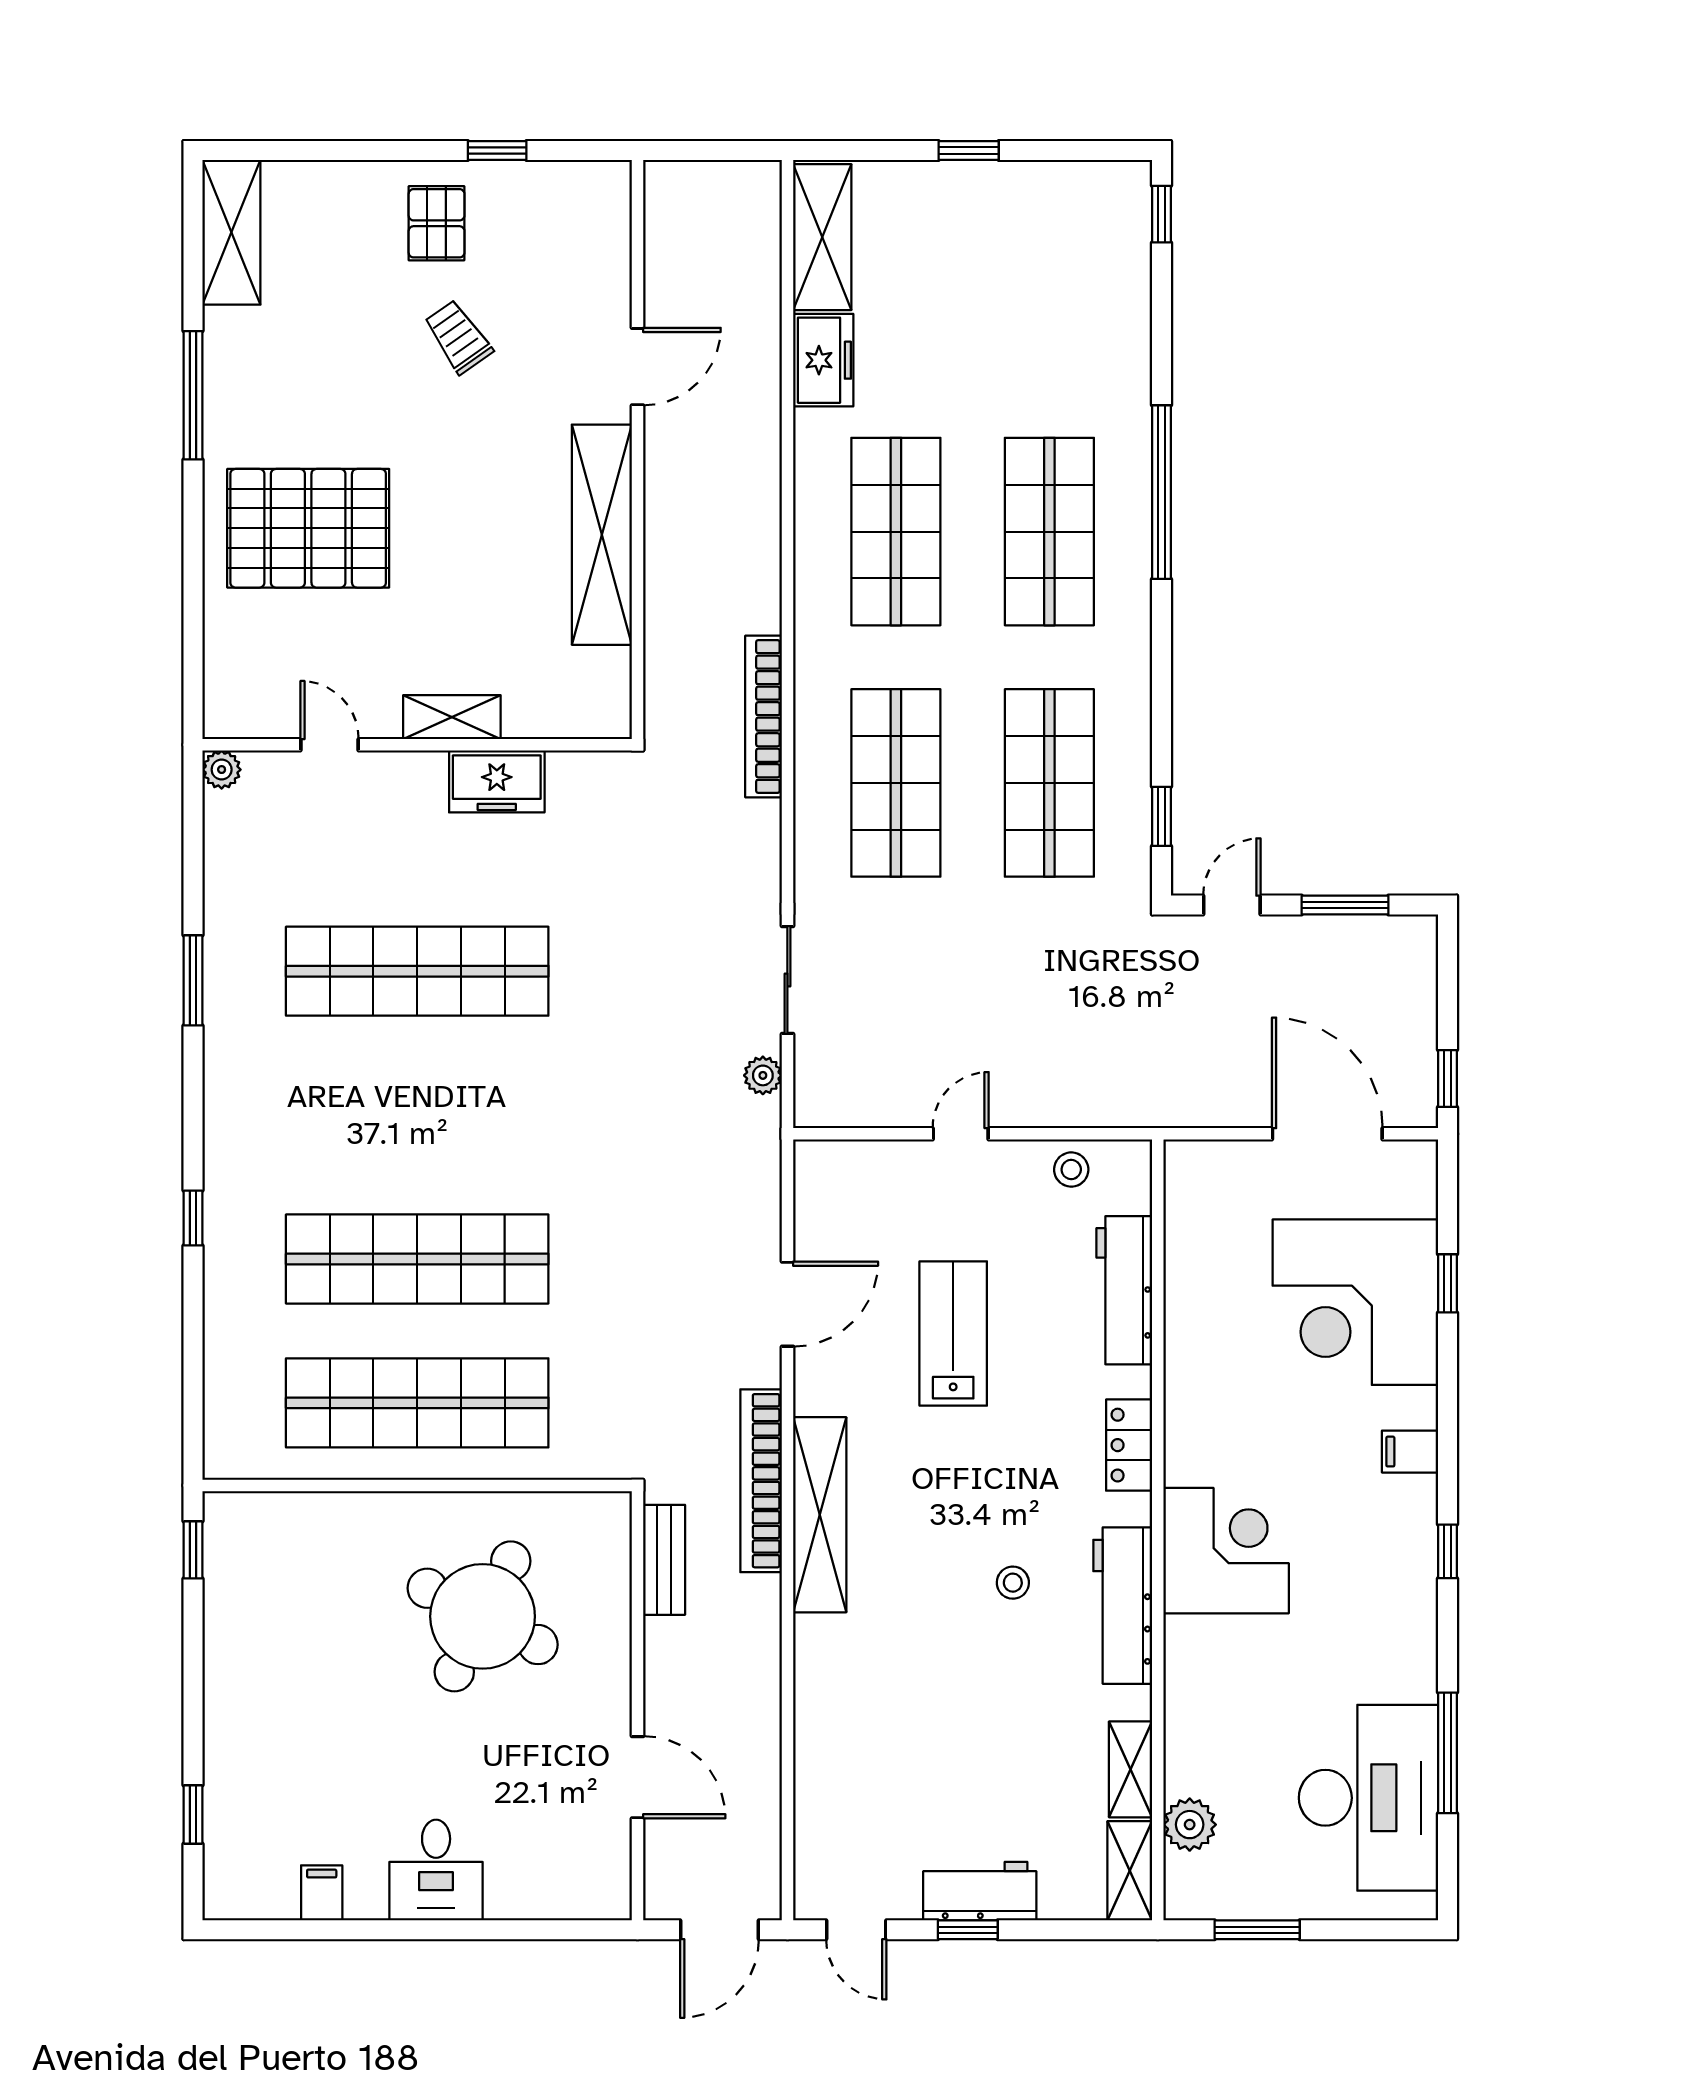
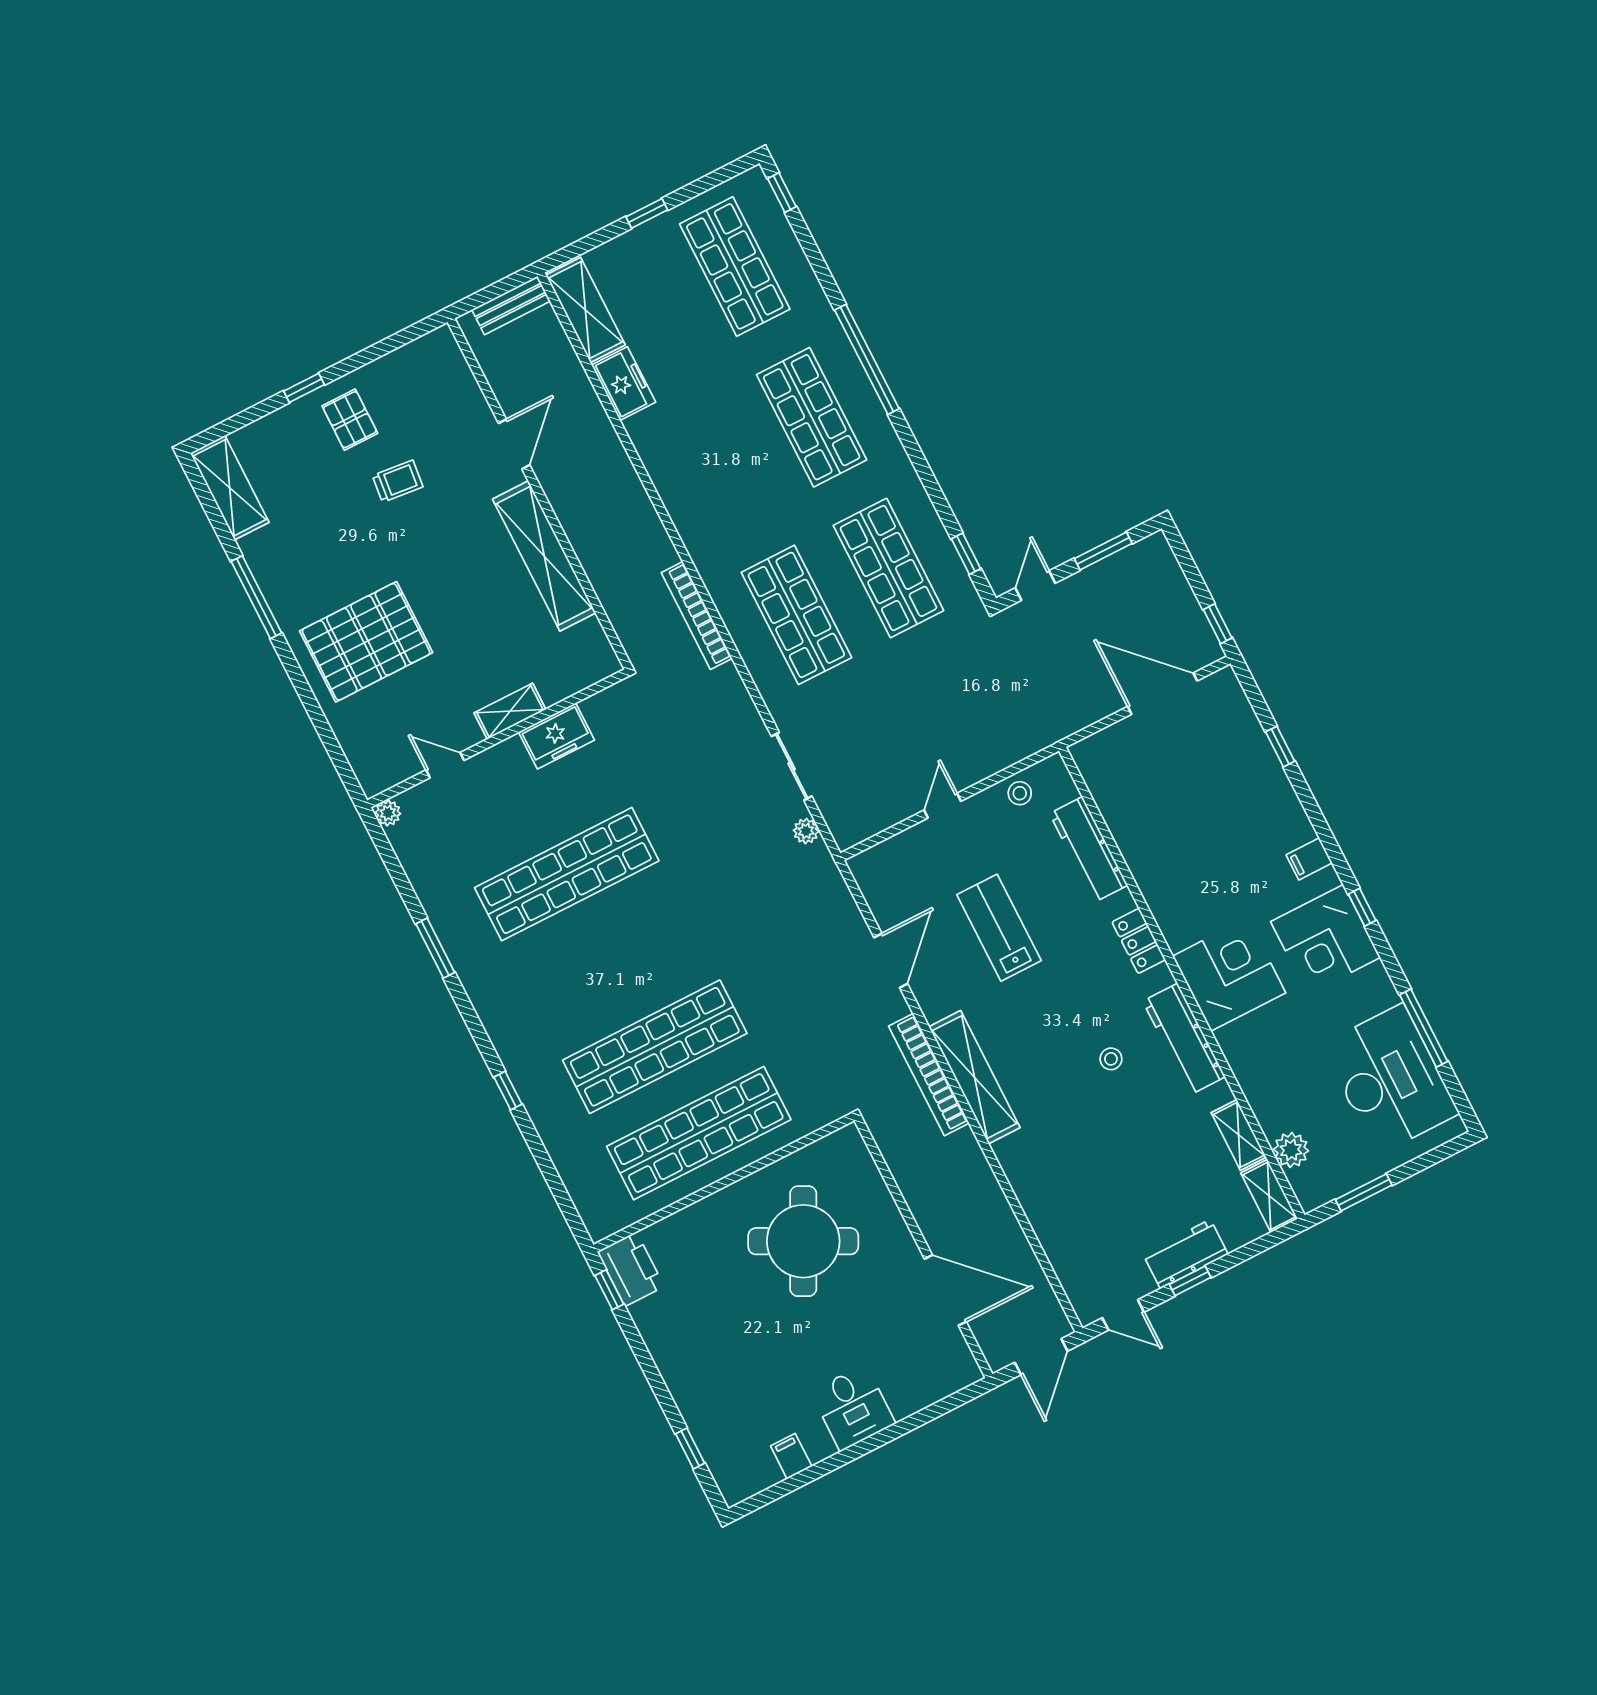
window: (497, 150) -> (304, 388), moved
trolley: (458, 337) -> (398, 481), turned 131
shop shelf: (896, 532) -> (735, 266), moved
corner desk: (1355, 1302) -> (1325, 940), moved, width x0.74, depth x0.74
printer: (236, 1537) -> (631, 1269), added
bench: (664, 1560) -> (511, 305), moved, turned 90
door: (637, 1777) -> (945, 1290), width x1.36

